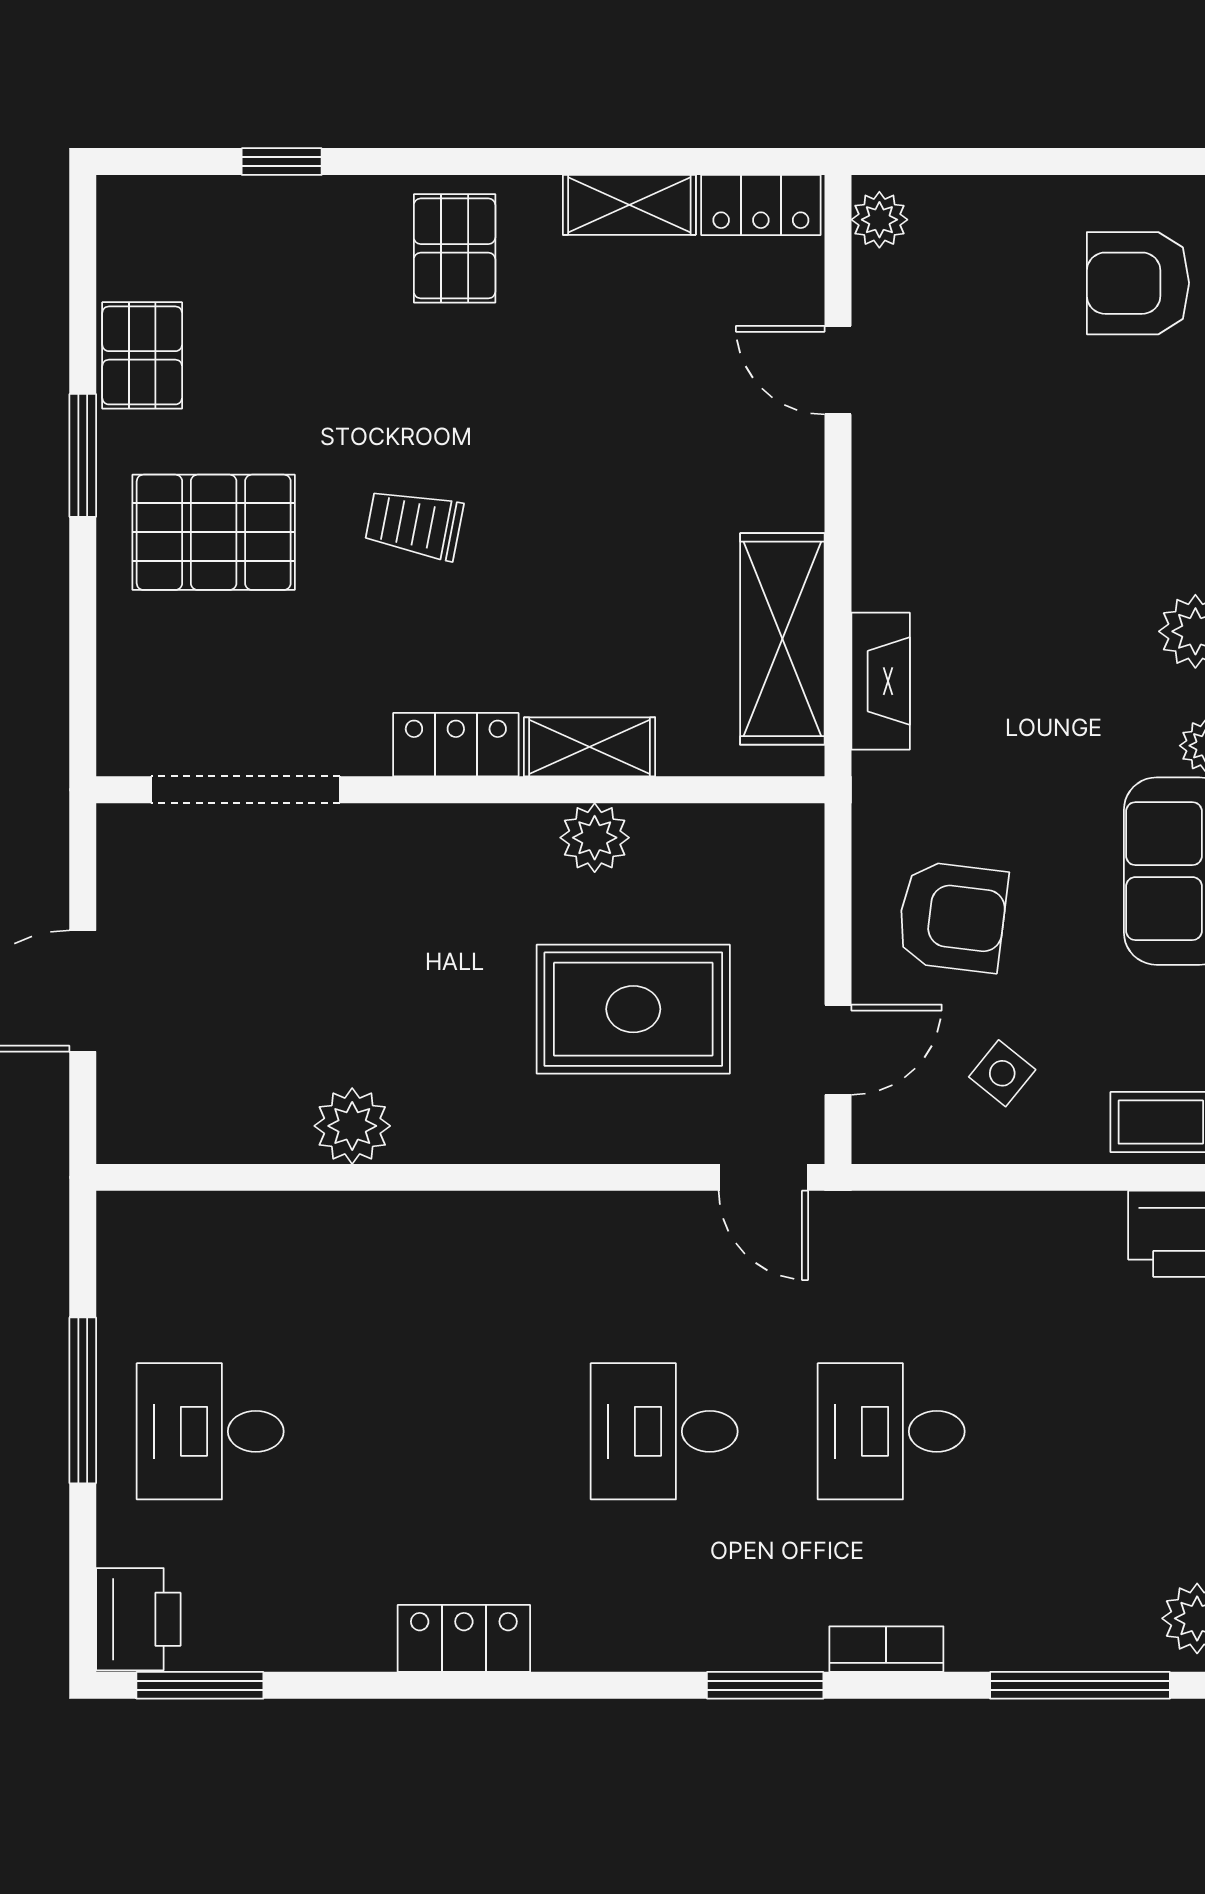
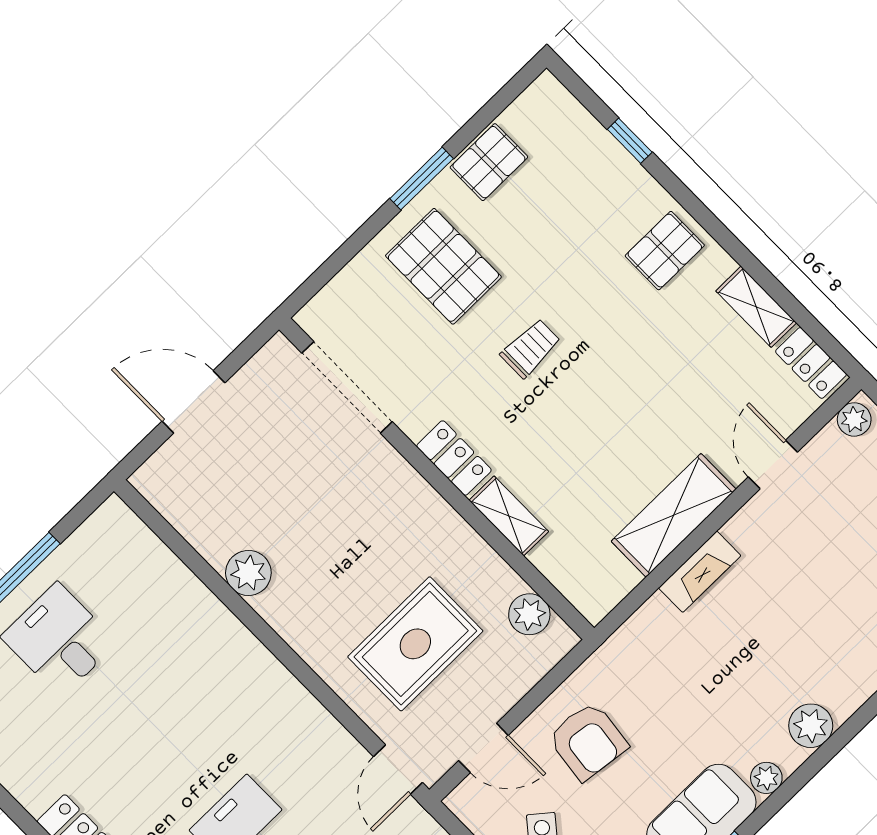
trolley: (414, 524) -> (530, 348), turned 79
shelving: (782, 639) -> (674, 515), moved
fireplace: (881, 681) -> (700, 572), moved
plant: (595, 838) -> (529, 614), moved
rug: (633, 1009) -> (415, 644), turned 90

